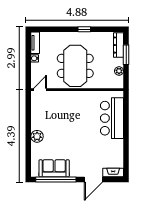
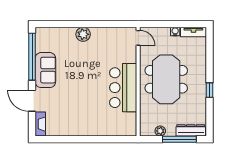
window: (126, 55) -> (179, 139), width x1.44
meeting table: (75, 66) -> (166, 79), turned 90
bar counter: (112, 118) -> (123, 88), moved, turned -90
sofa: (54, 168) -> (45, 70), moved

